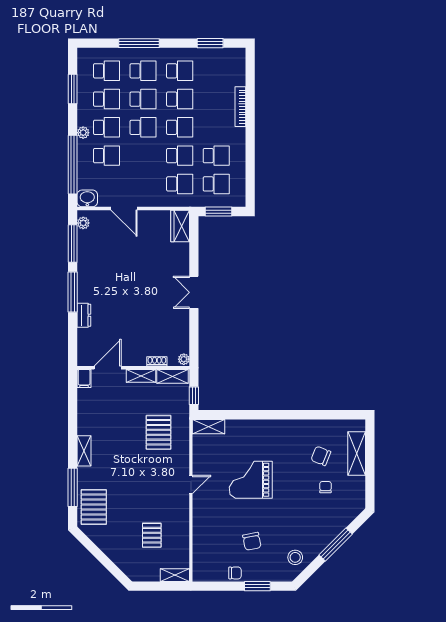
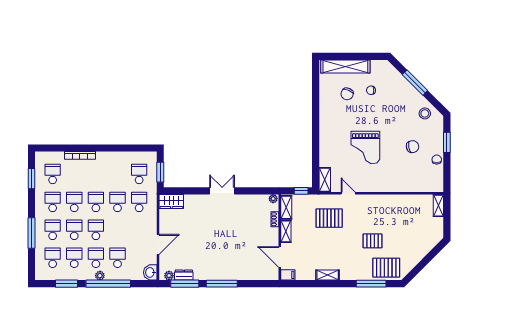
school desk: (216, 156) -> (53, 174), moved
window: (73, 165) -> (108, 284), moved
double door: (194, 292) -> (222, 191), swing flipped
dresser: (84, 315) -> (184, 275), moved
shelving: (84, 451) -> (328, 275), moved
shelving: (357, 454) -> (345, 67), width x1.47
door: (191, 484) -> (348, 193), moved
pallet: (152, 535) -> (372, 241), moved

